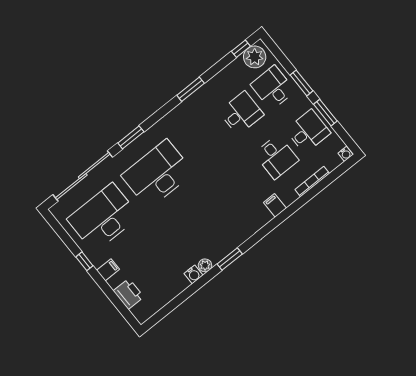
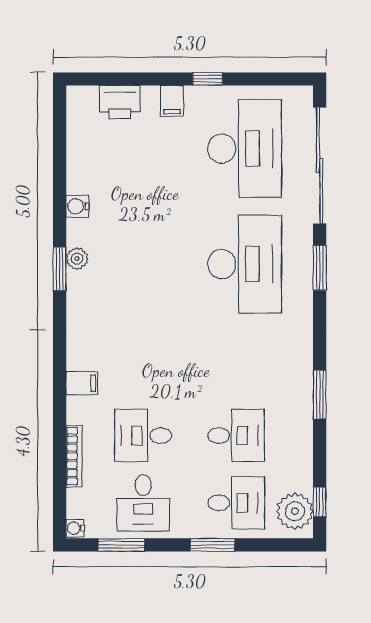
desk: (241, 113) -> (236, 435), turned -90
window: (325, 113) -> (121, 545), moved
plant: (205, 265) -> (77, 259), moved

